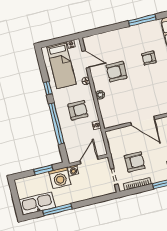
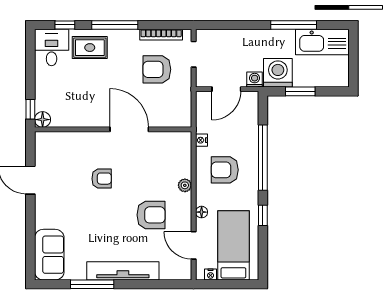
tv unit: (125, 33) -> (123, 271), added
armchair: (149, 58) -> (102, 179), moved

